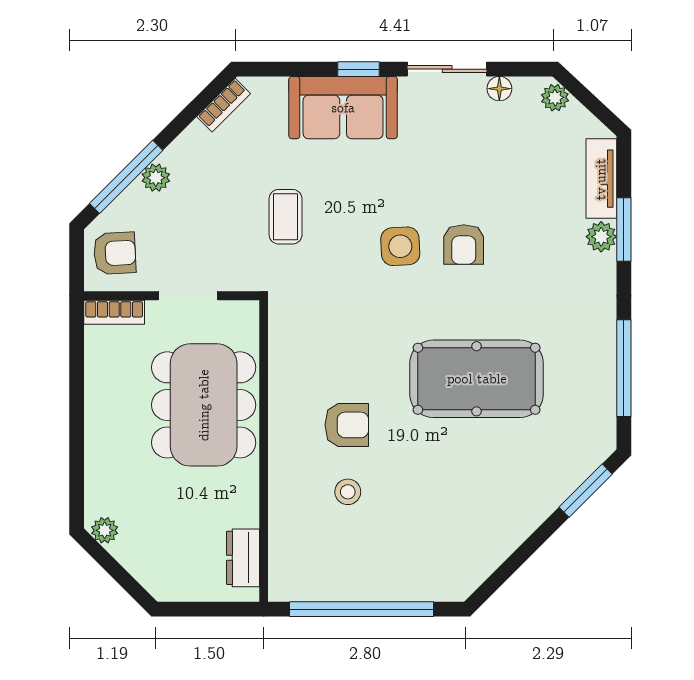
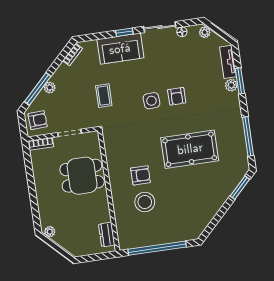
dining table: (204, 405) -> (82, 176), width x0.73
stool: (348, 492) -> (145, 202), width x1.89, depth x1.89

